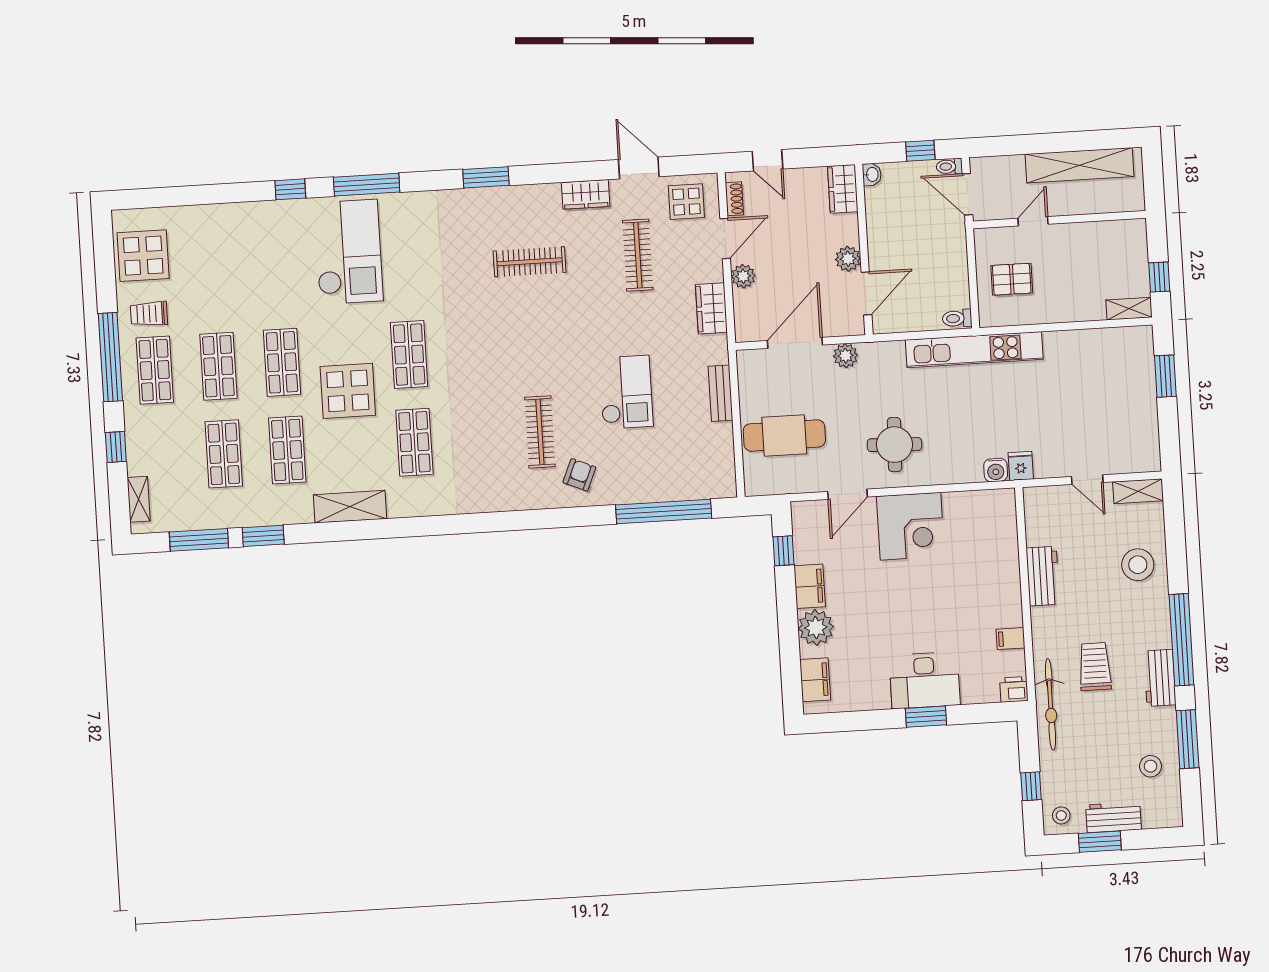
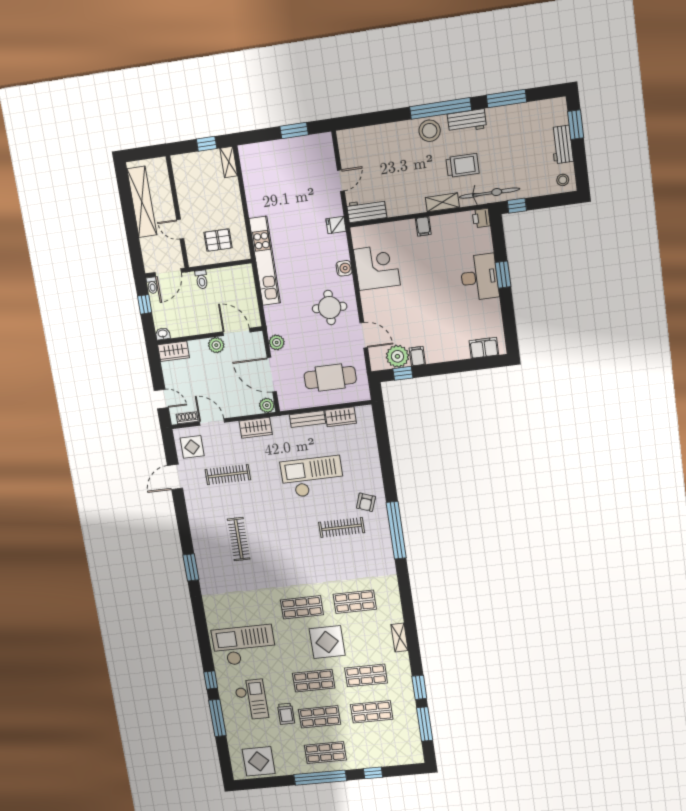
door: (768, 160) -> (161, 399), hinge flipped
window: (367, 185) -> (217, 718), moved
wardrobe: (586, 194) -> (341, 417), moved, turned 90
checkout: (253, 255) -> (251, 700), added
plant: (743, 276) -> (267, 405), moved
pallet: (1012, 279) -> (218, 240), turned 90
trolley: (149, 314) -> (286, 714), moved
toilet: (957, 318) -> (202, 279), moved
window: (1165, 376) -> (294, 131), moved
checkout: (626, 392) -> (312, 477), width x1.36, depth x1.21
cafe table: (784, 435) -> (330, 378), turned 90
water cooler: (996, 470) -> (344, 268), moved
armchair: (579, 475) -> (366, 502), turned -93
shelving: (1138, 491) -> (442, 202), moved, turned 90
shelving: (139, 499) -> (403, 759), removed
shelving: (350, 507) -> (399, 638), width x0.67, depth x0.75
window: (664, 511) -> (396, 530), moved
corner desk: (910, 526) -> (377, 267), moved
stool: (1138, 565) -> (430, 131), moved
workbench: (1043, 576) -> (367, 210), moved
filing cabinet: (810, 586) -> (417, 356), width x0.50
plant: (816, 628) -> (397, 356), moved
filing cabinet: (1011, 639) -> (423, 226), moved
trolley: (1095, 667) -> (462, 165), turned 180
stool: (1151, 766) -> (526, 122), removed
window: (1031, 786) -> (517, 206), moved
window: (1100, 842) -> (576, 125), moved

